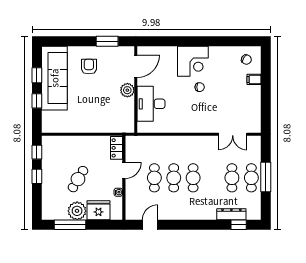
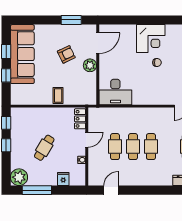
armchair: (89, 67) -> (66, 54), moved, turned 64
desk: (151, 104) -> (115, 92), moved, turned -90
coffee table: (93, 123) -> (58, 95), added
fridge: (98, 210) -> (63, 179), width x0.53, depth x0.75
plant: (77, 211) -> (19, 177), moved

